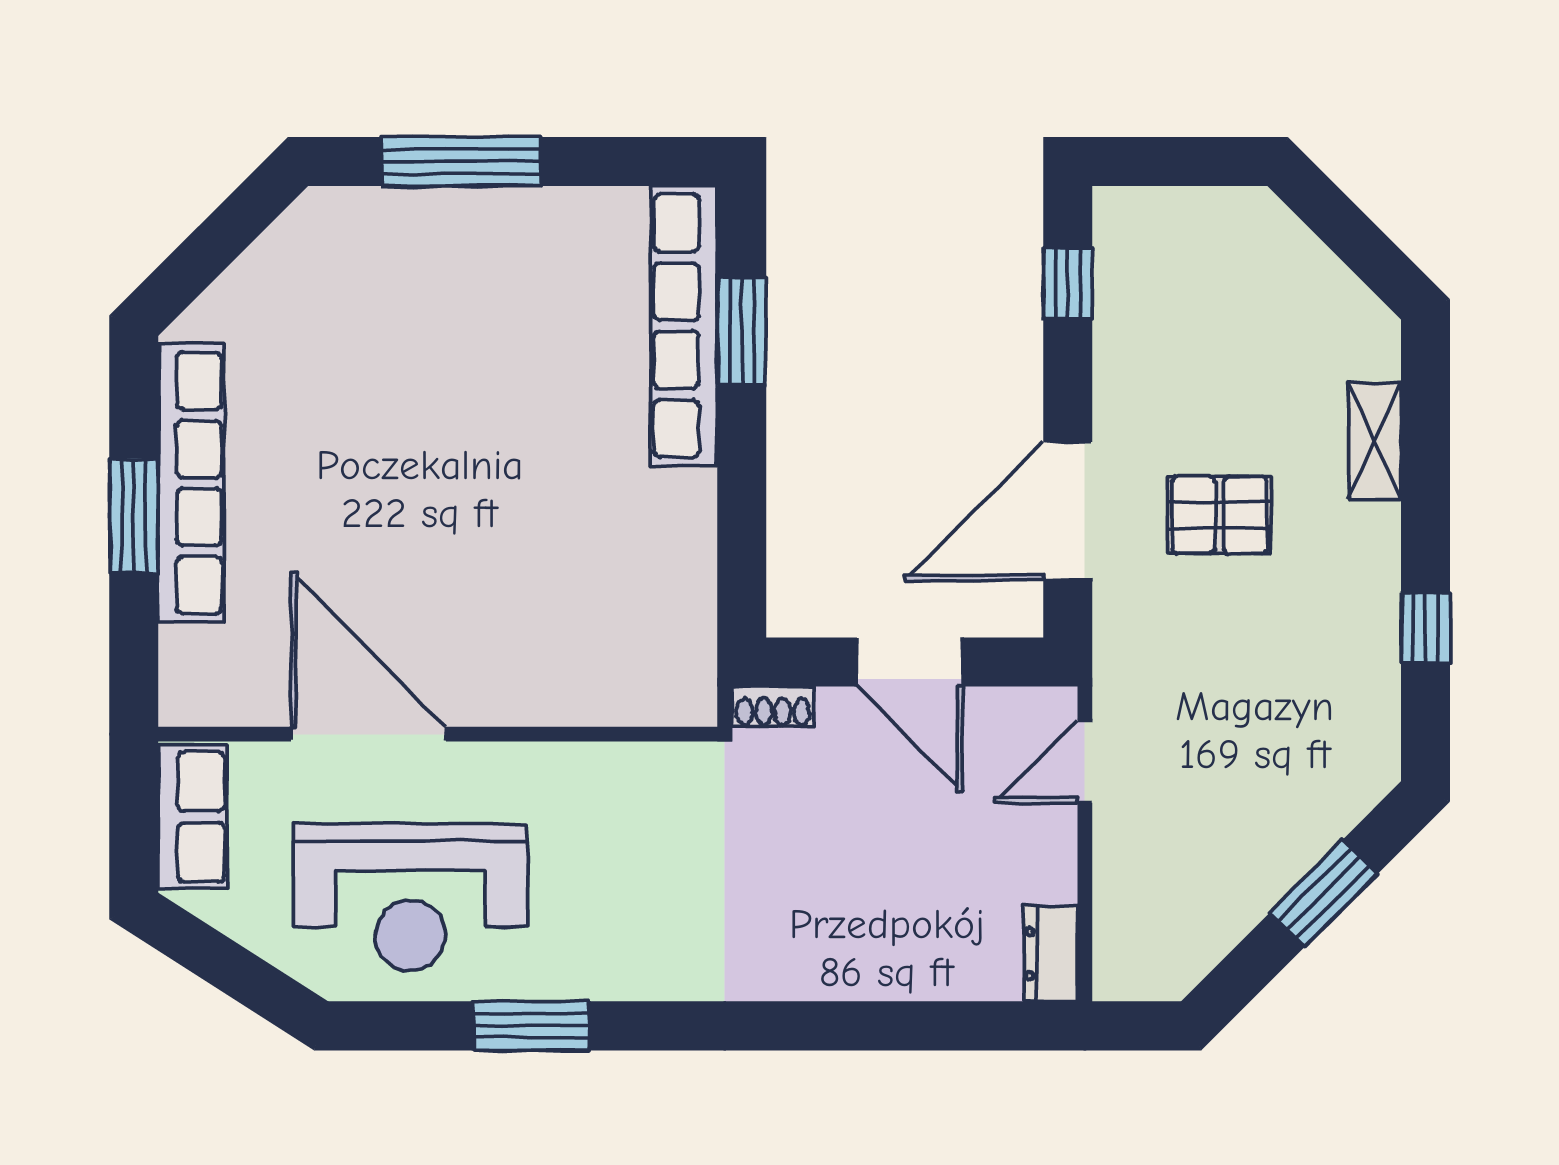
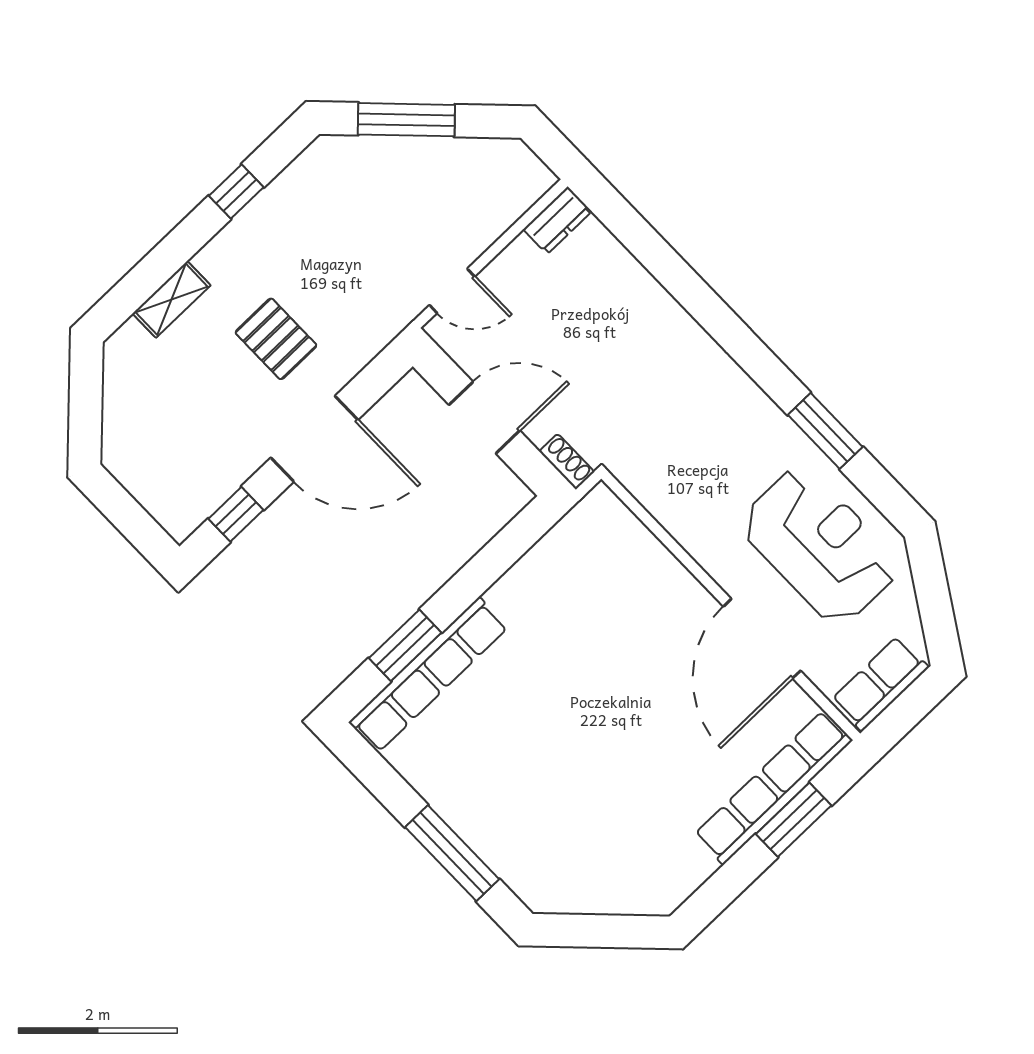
row of seats: (191, 483) -> (773, 788), moved
door: (1068, 511) -> (314, 439), moved
window: (134, 516) -> (794, 820), moved
door: (910, 662) -> (484, 418), hinge flipped
window: (1323, 893) -> (406, 120), width x1.44

